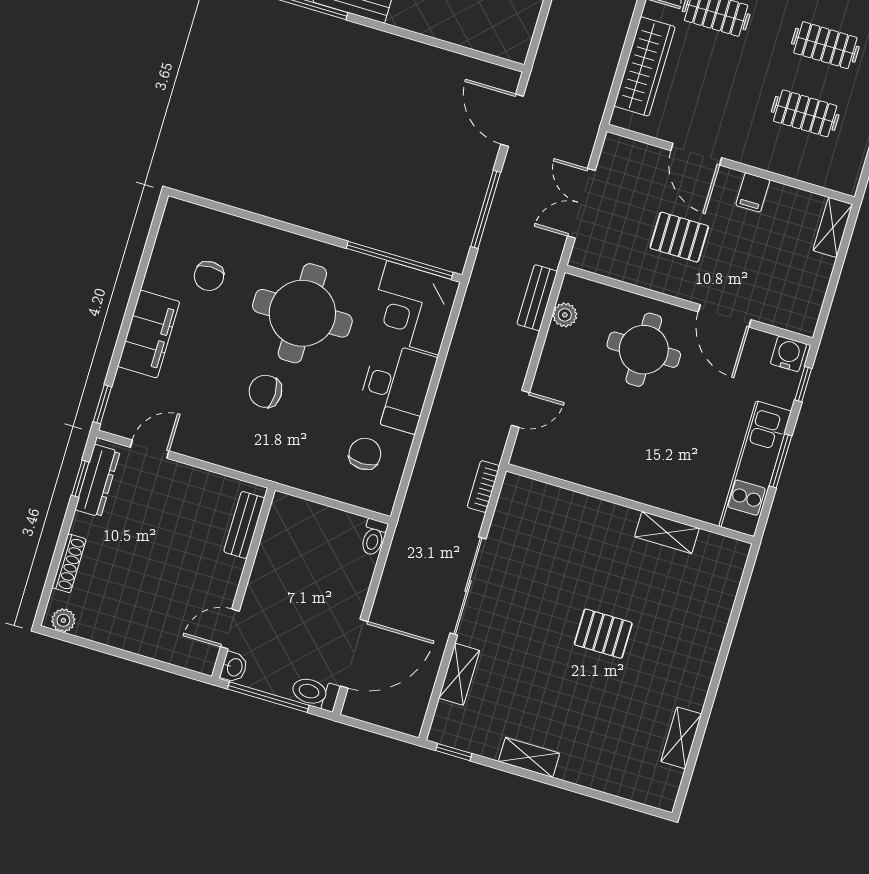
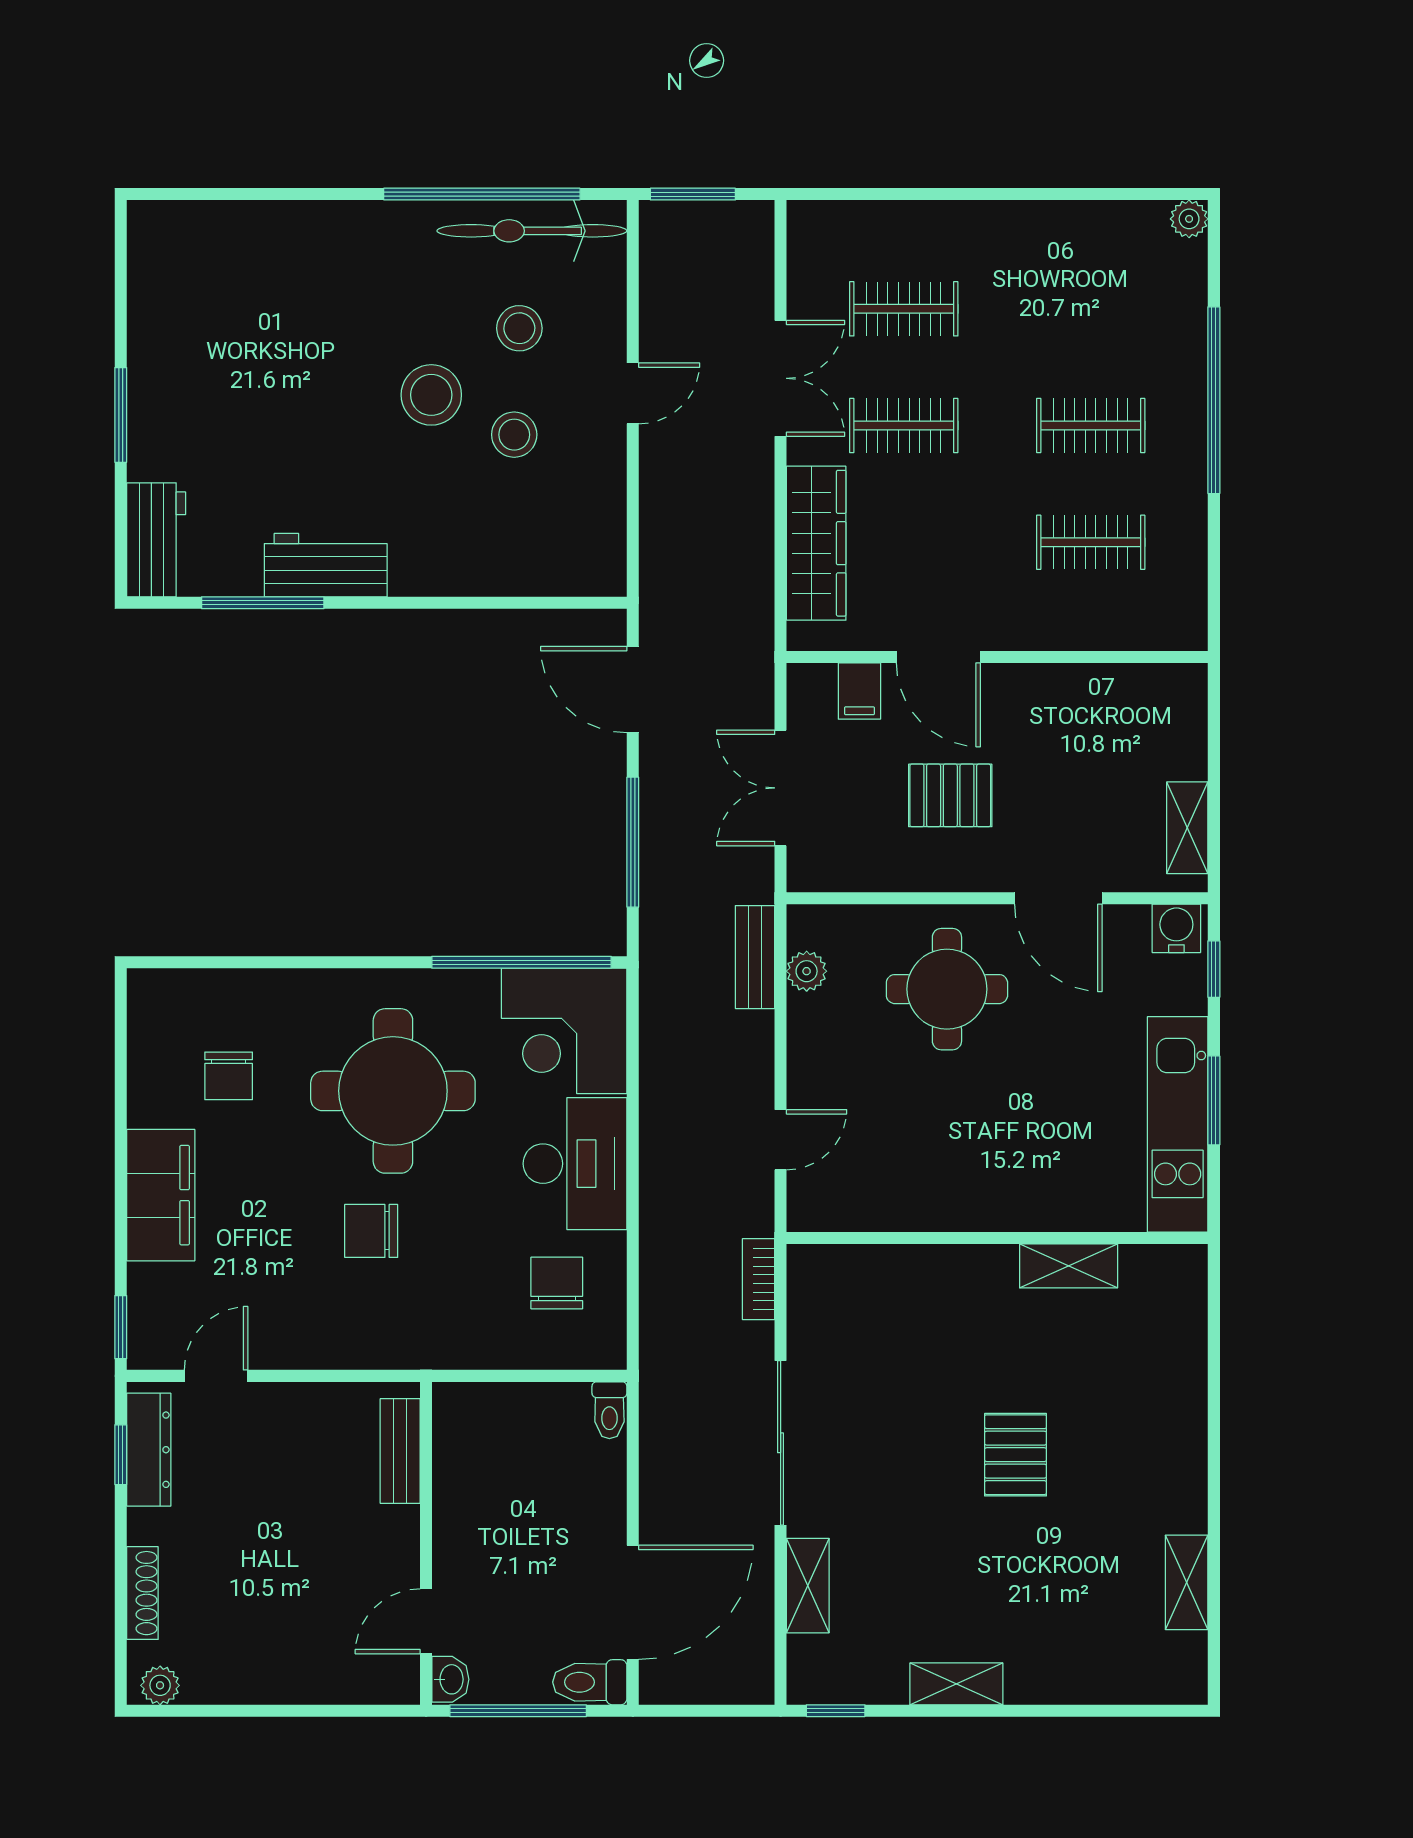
filing cabinet: (753, 192) -> (859, 691), moved
shelving: (833, 227) -> (1187, 828), moved
pallet: (603, 634) -> (1016, 1455), turned 90

